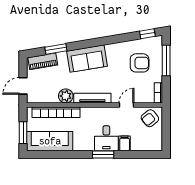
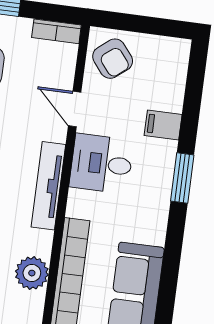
plant: (66, 96) -> (32, 273), moved
desk: (106, 138) -> (101, 164), moved, turned 180

